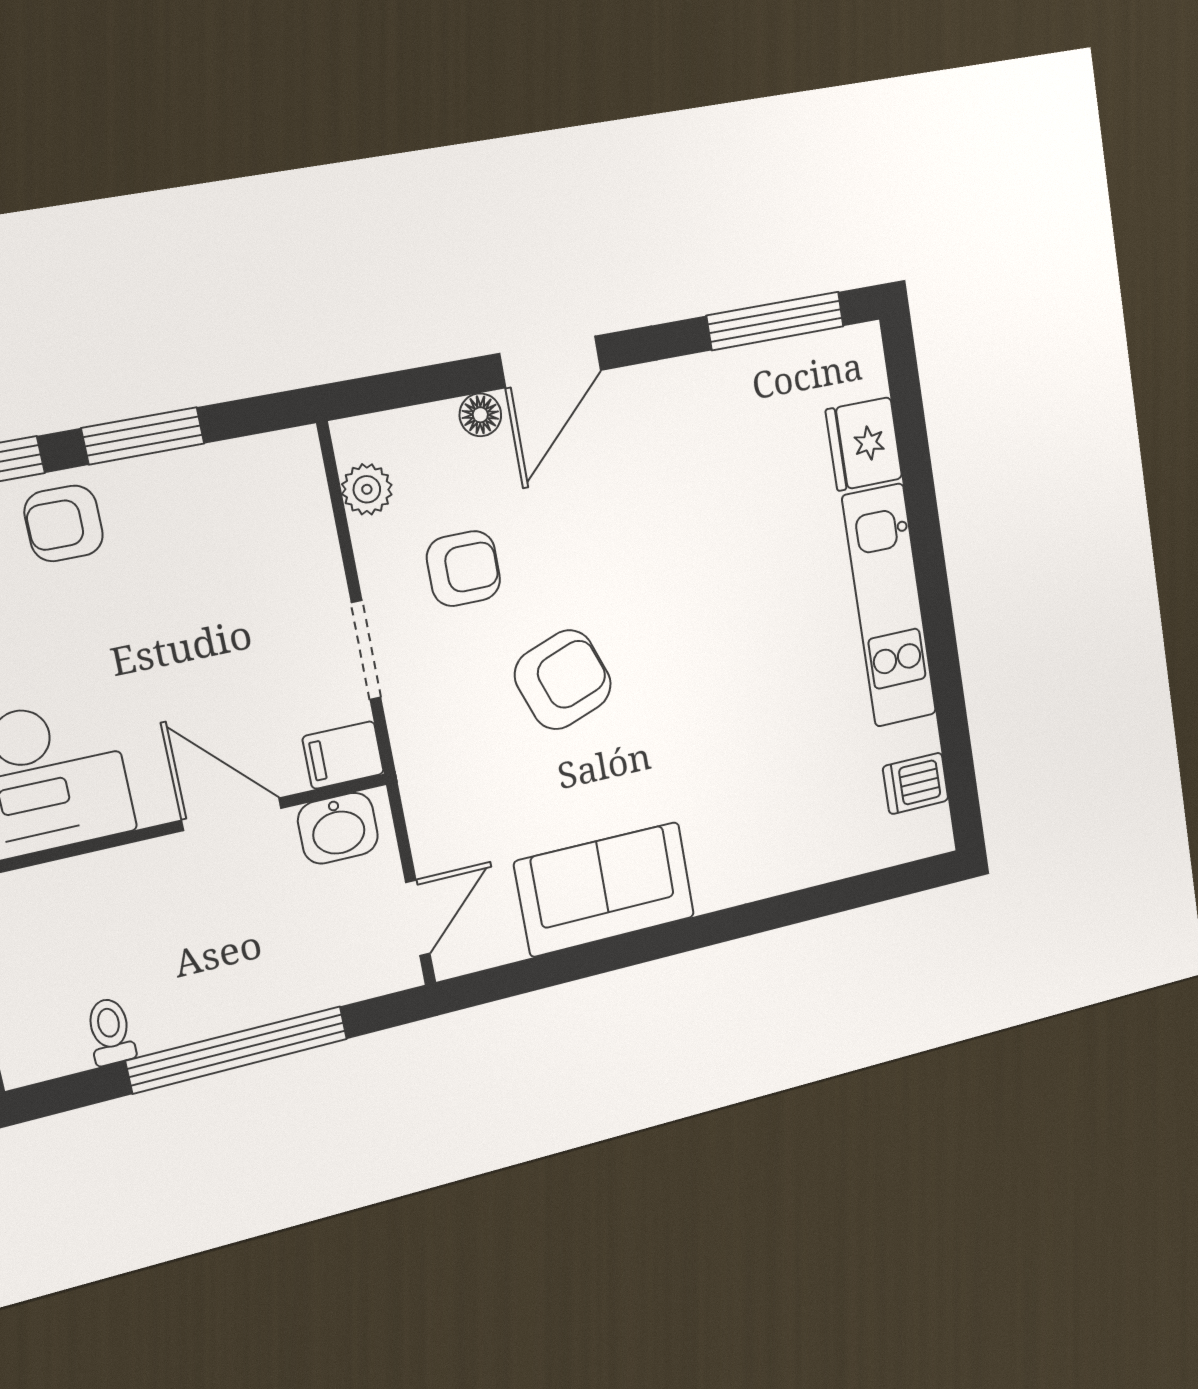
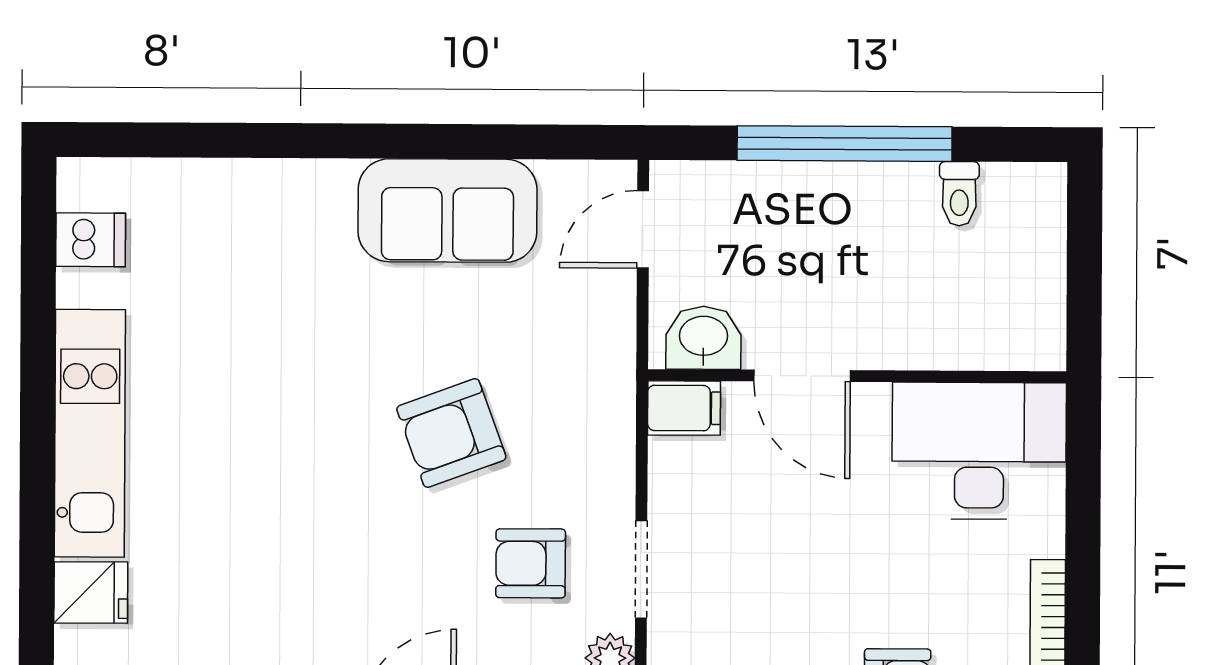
fridge: (864, 444) -> (91, 592), width x0.72
doorway: (366, 650) -> (641, 569), moved

